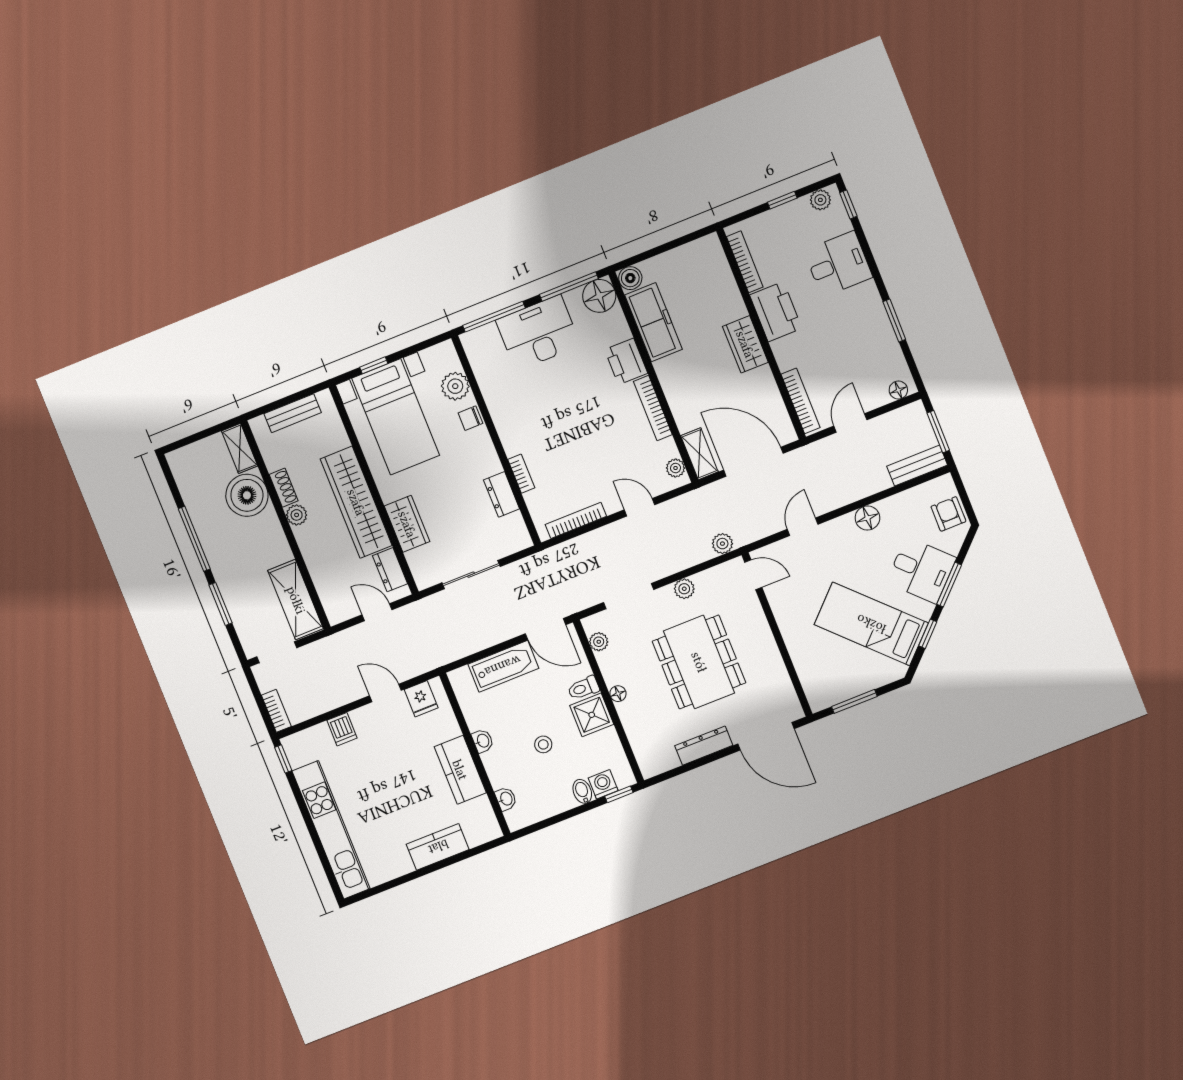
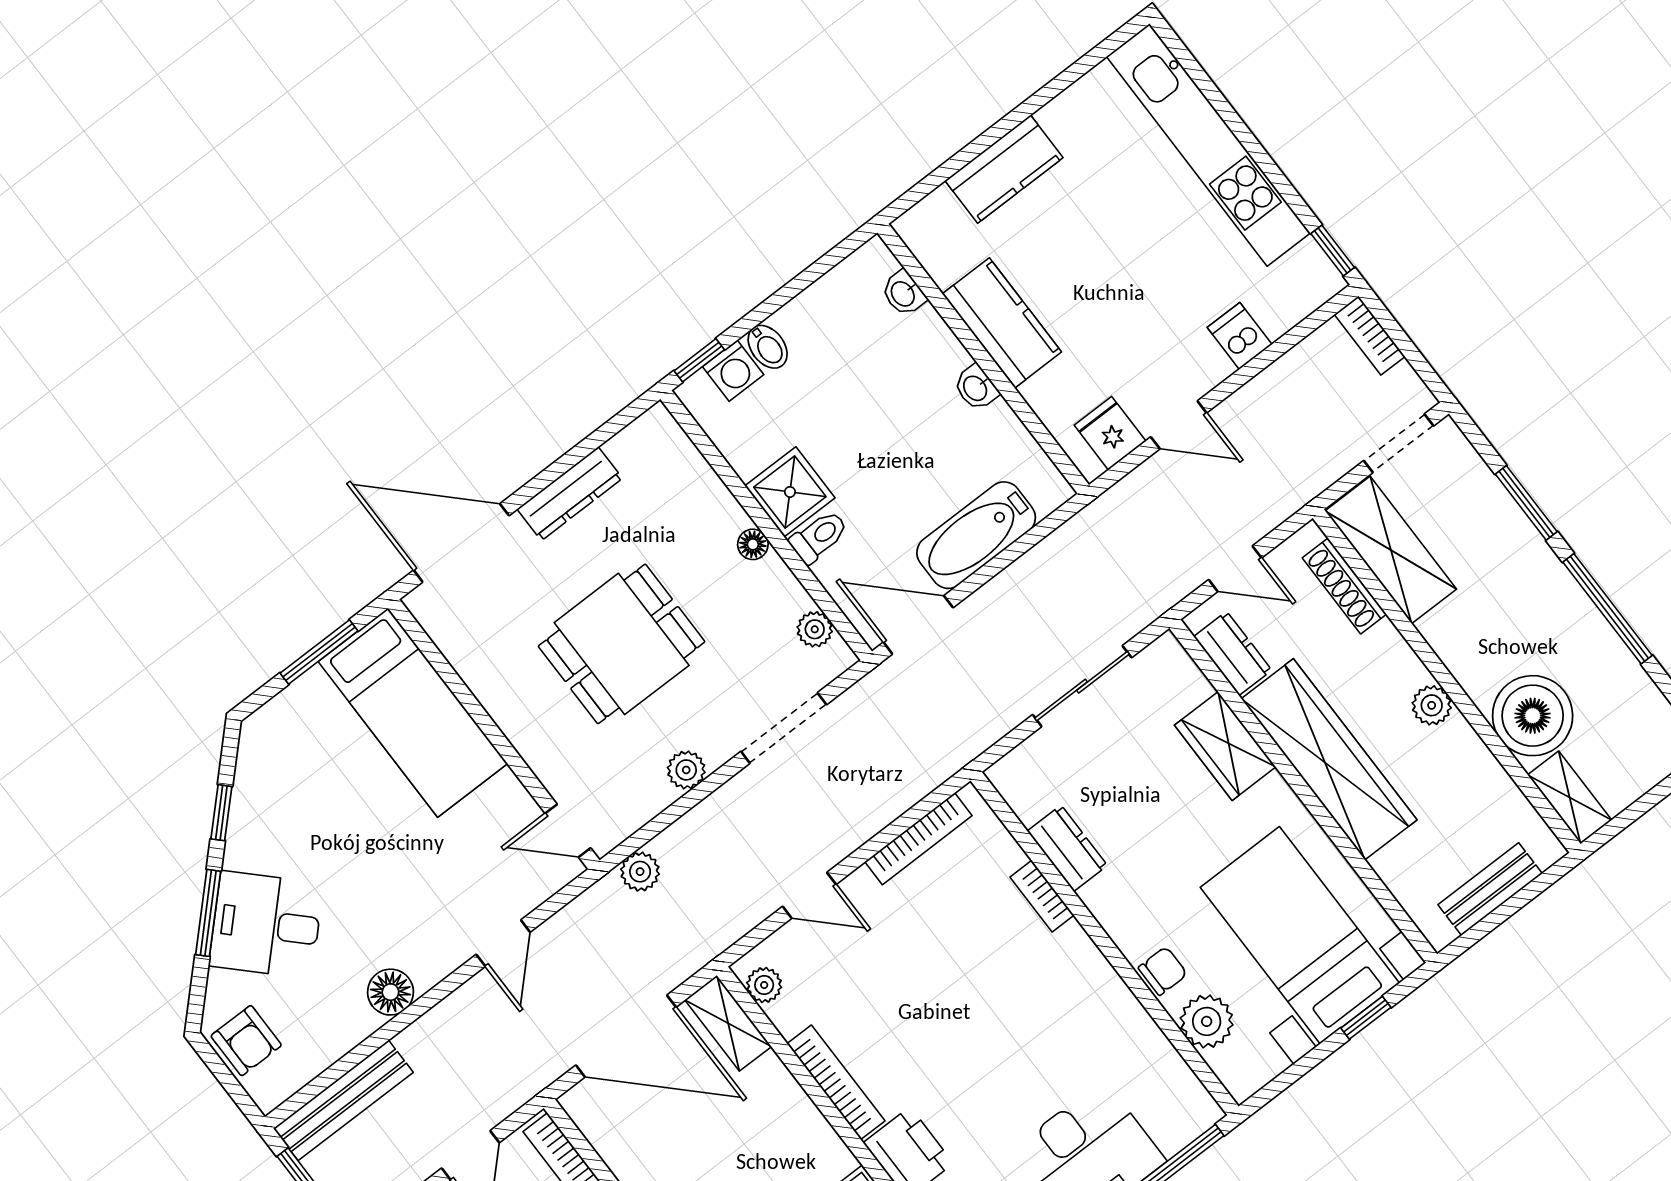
bench: (917, 466) -> (343, 1100), width x1.36
shoe rack: (284, 488) -> (1344, 586), moved, width x1.43
bed: (871, 624) -> (413, 713), moved, turned 45
dining table: (699, 662) -> (622, 644), width x0.73
stool: (543, 744) -> (863, 413), removed

